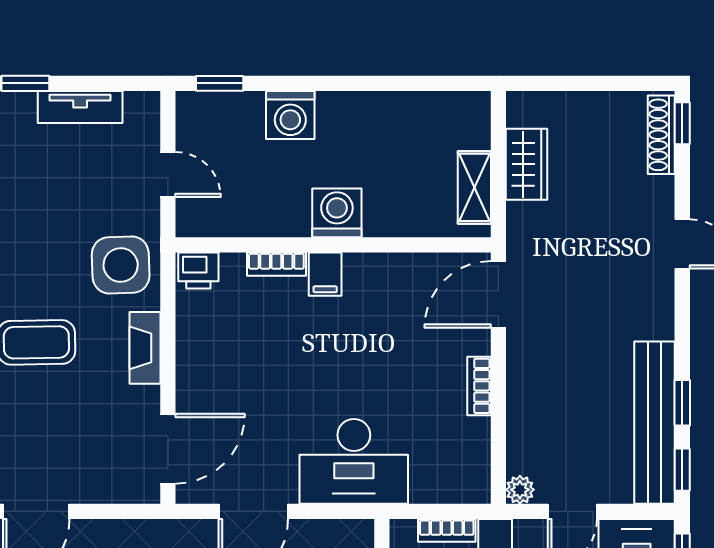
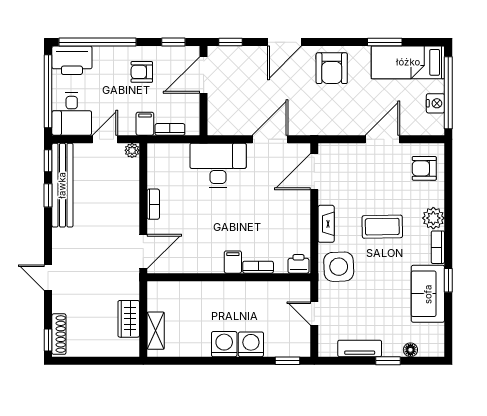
shelving: (474, 187) -> (156, 331), moved
washing machine: (337, 213) -> (224, 344), moved, turned 180

